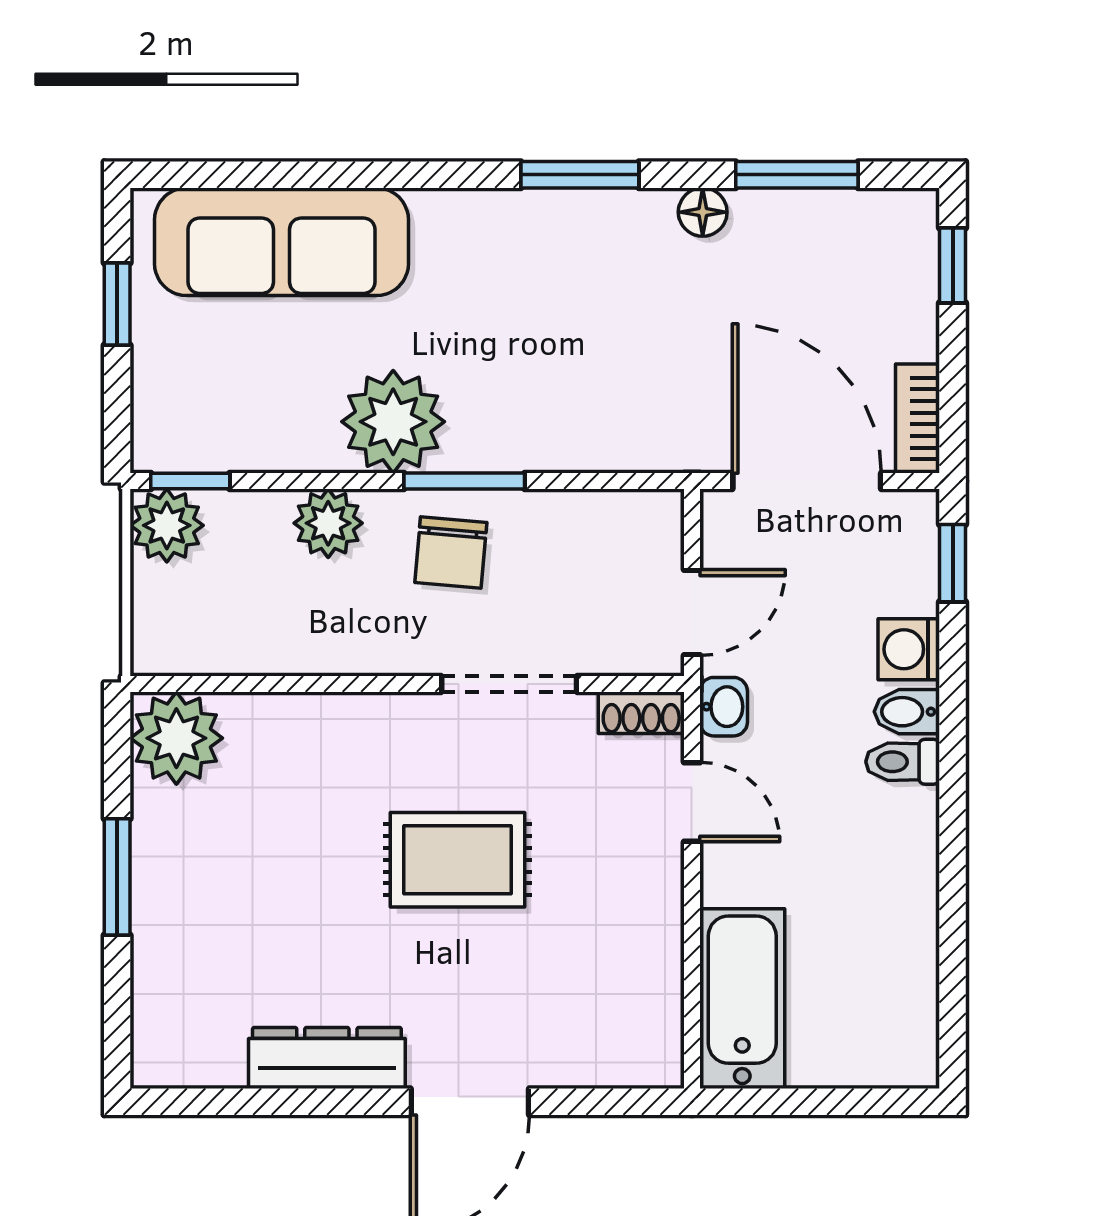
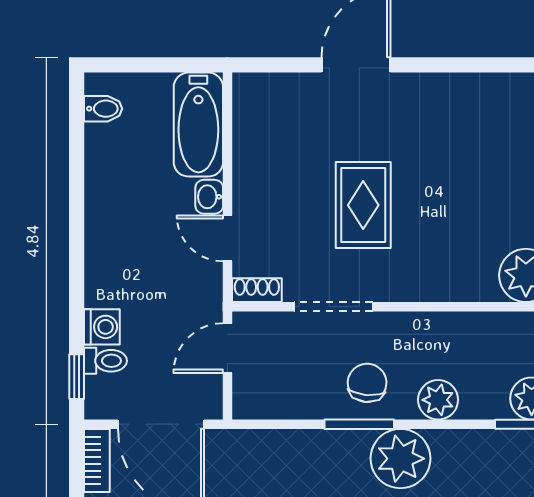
washbasin: (724, 707) -> (209, 197), moved
bidet: (907, 712) -> (103, 109), moved
toilet: (903, 762) -> (105, 361), moved
rug: (458, 860) -> (363, 205), turned 90
dresser: (327, 1058) -> (439, 90), removed

